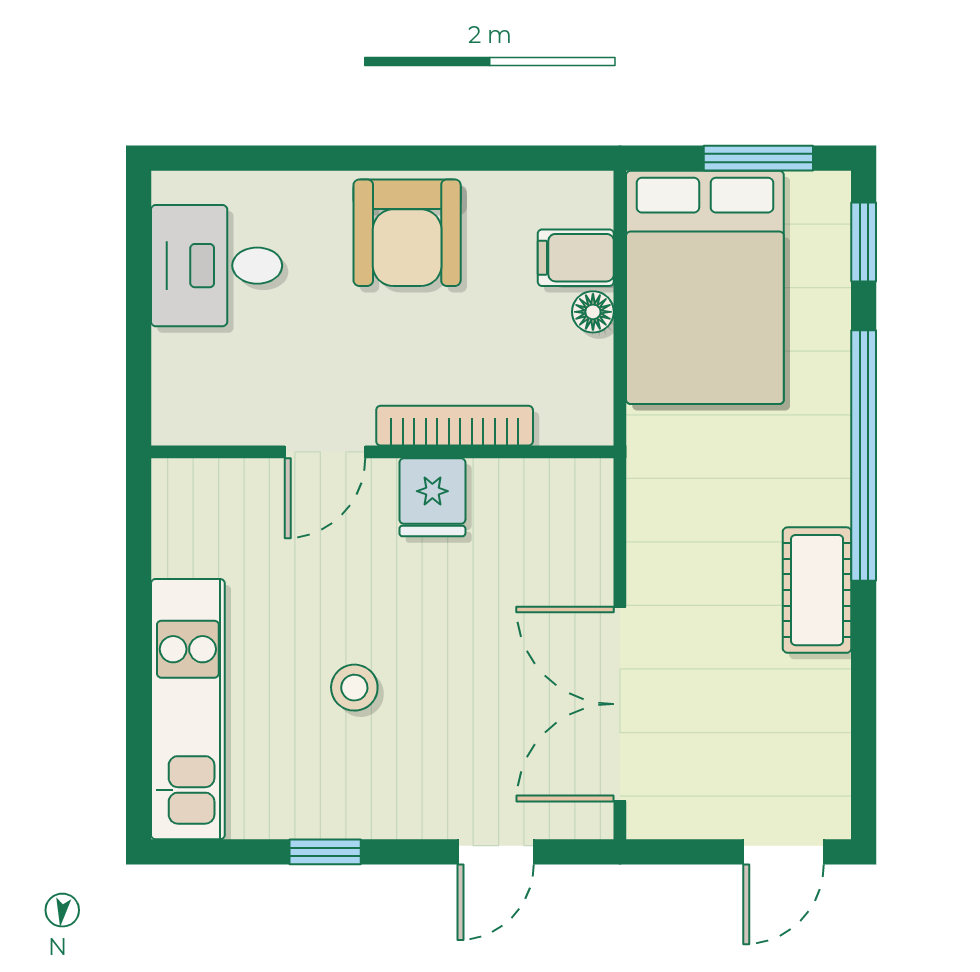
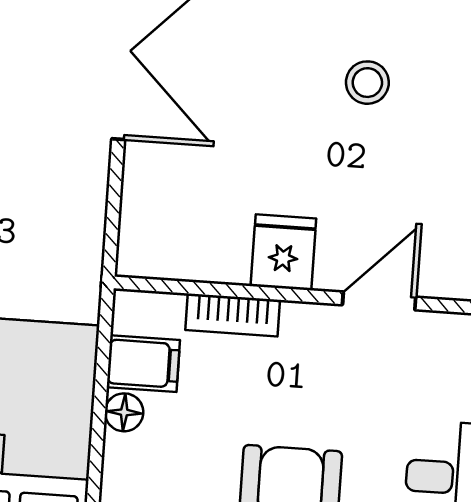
filing cabinet: (576, 258) -> (143, 364), moved
bookcase: (455, 426) -> (233, 315), width x0.64

